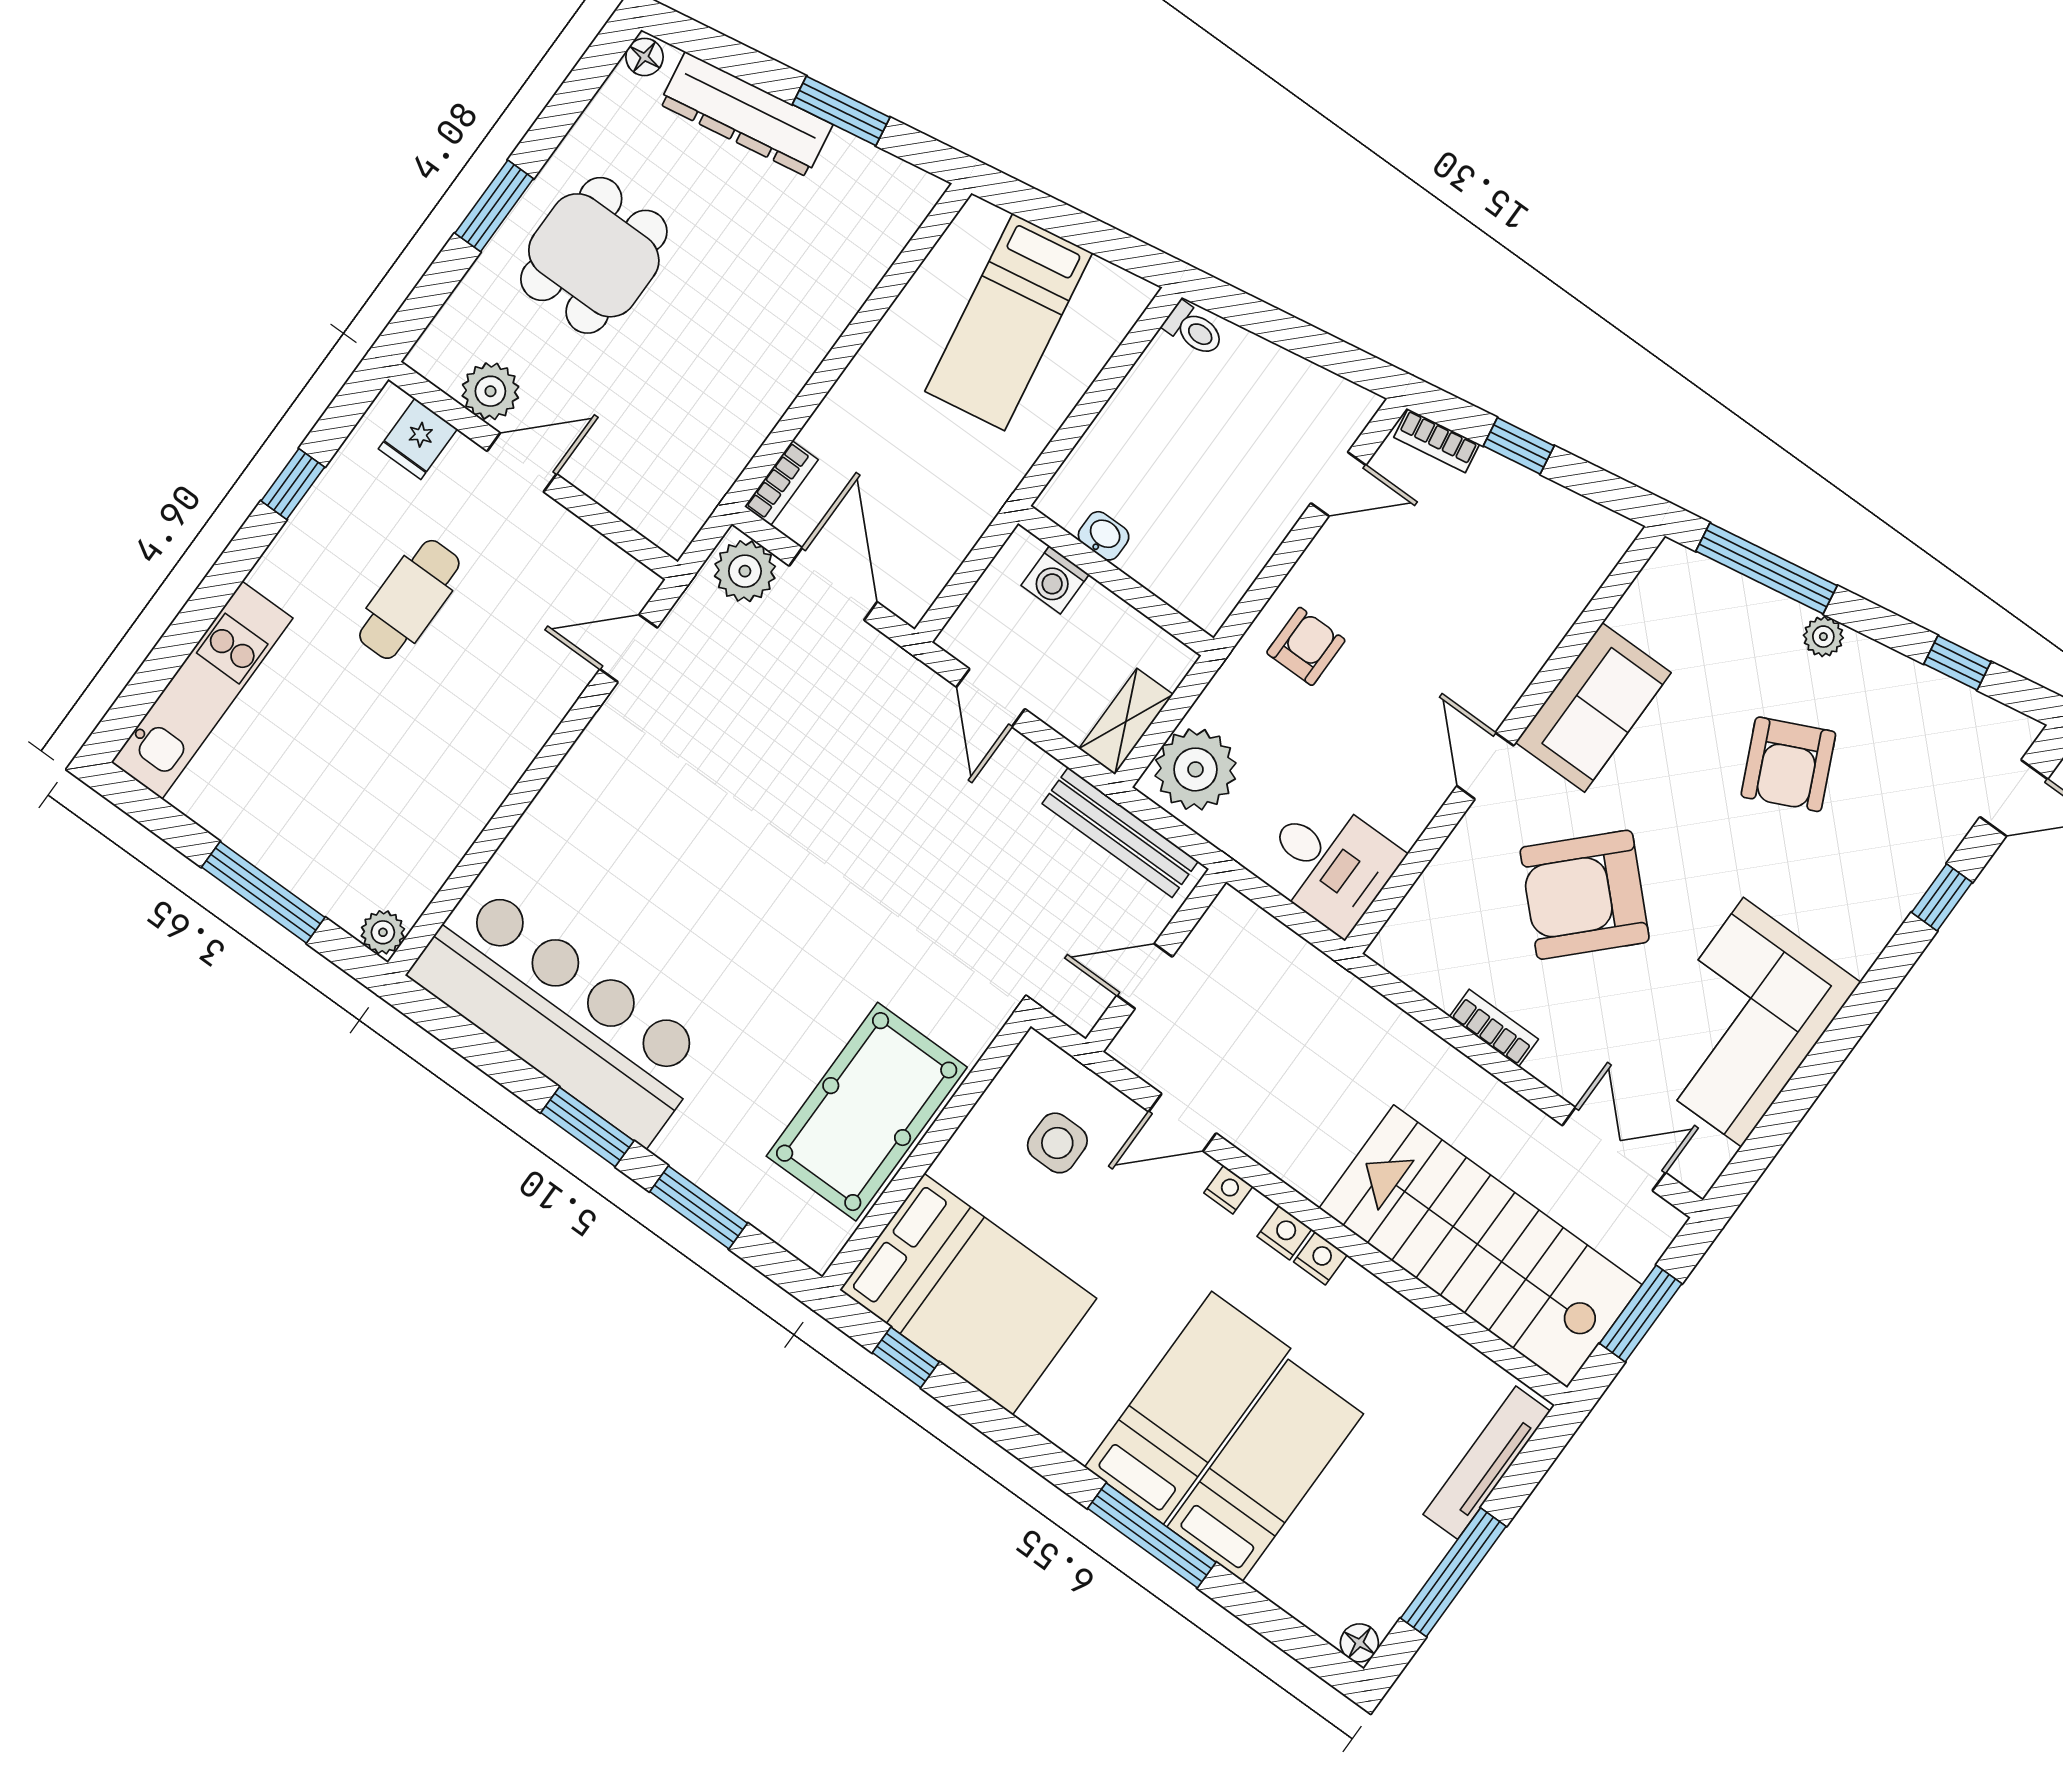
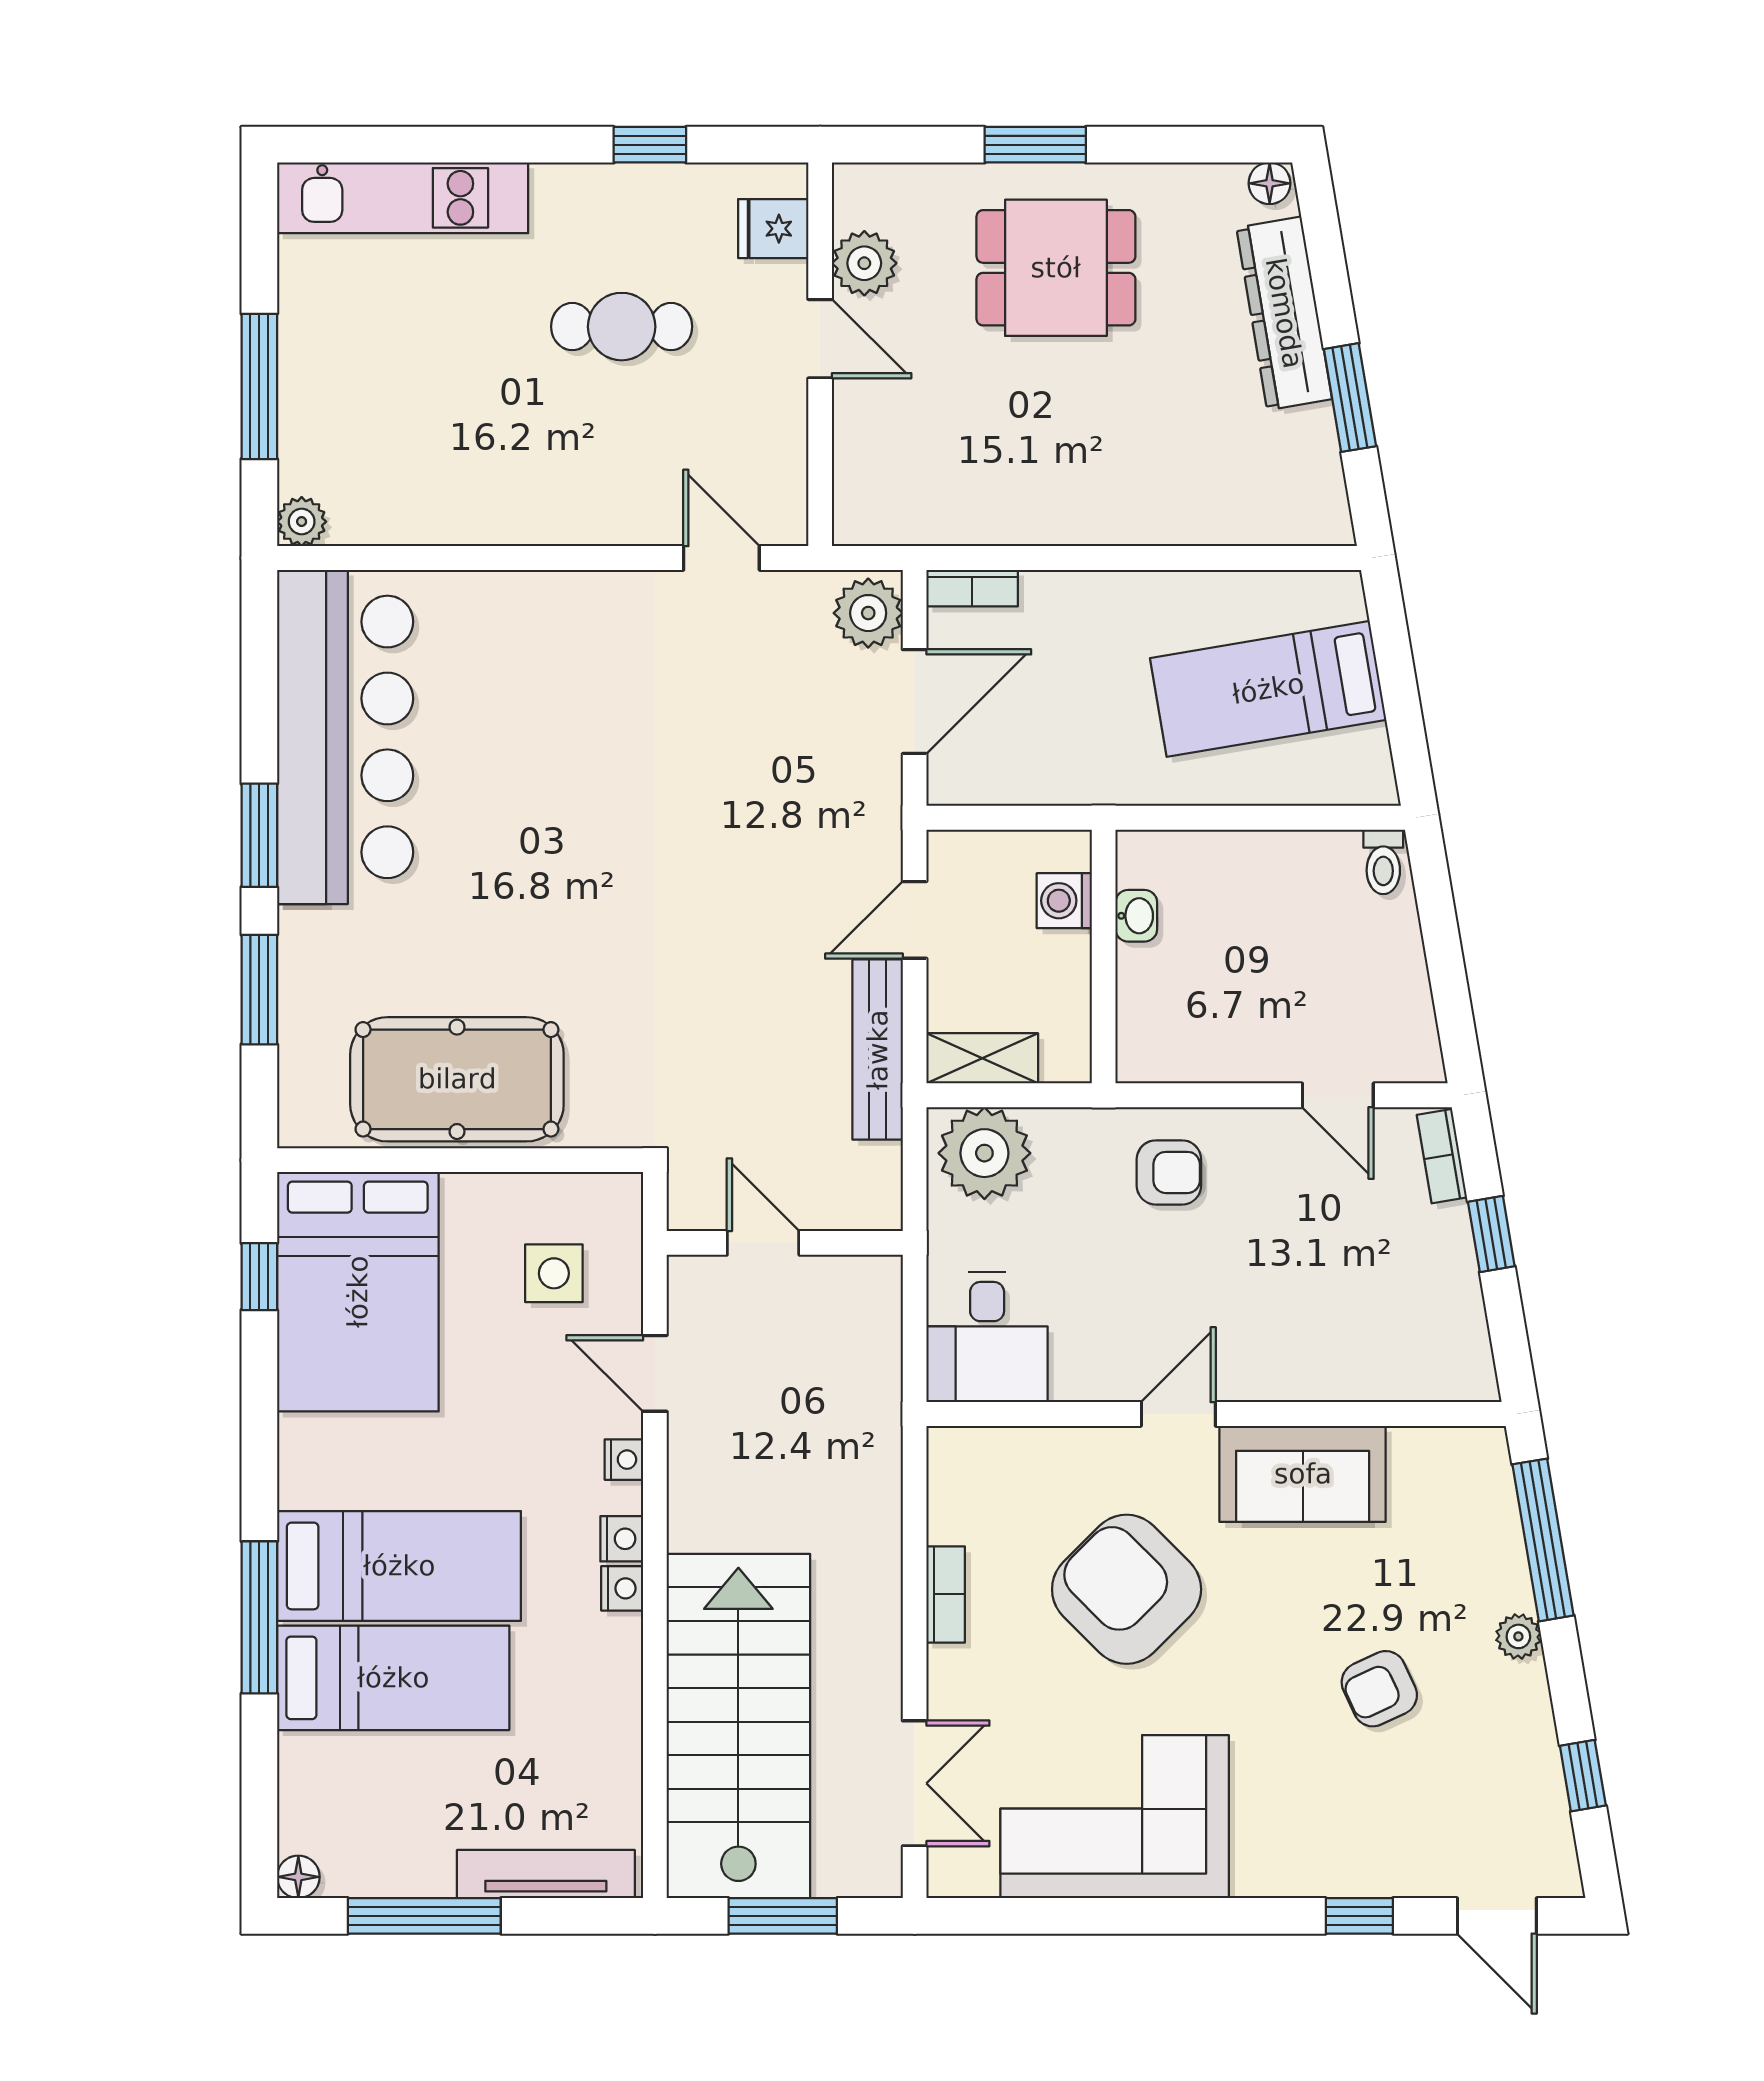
armchair: (1788, 764) -> (1379, 1689), width x0.72, depth x0.72
bench: (1120, 832) -> (878, 1050), moved

